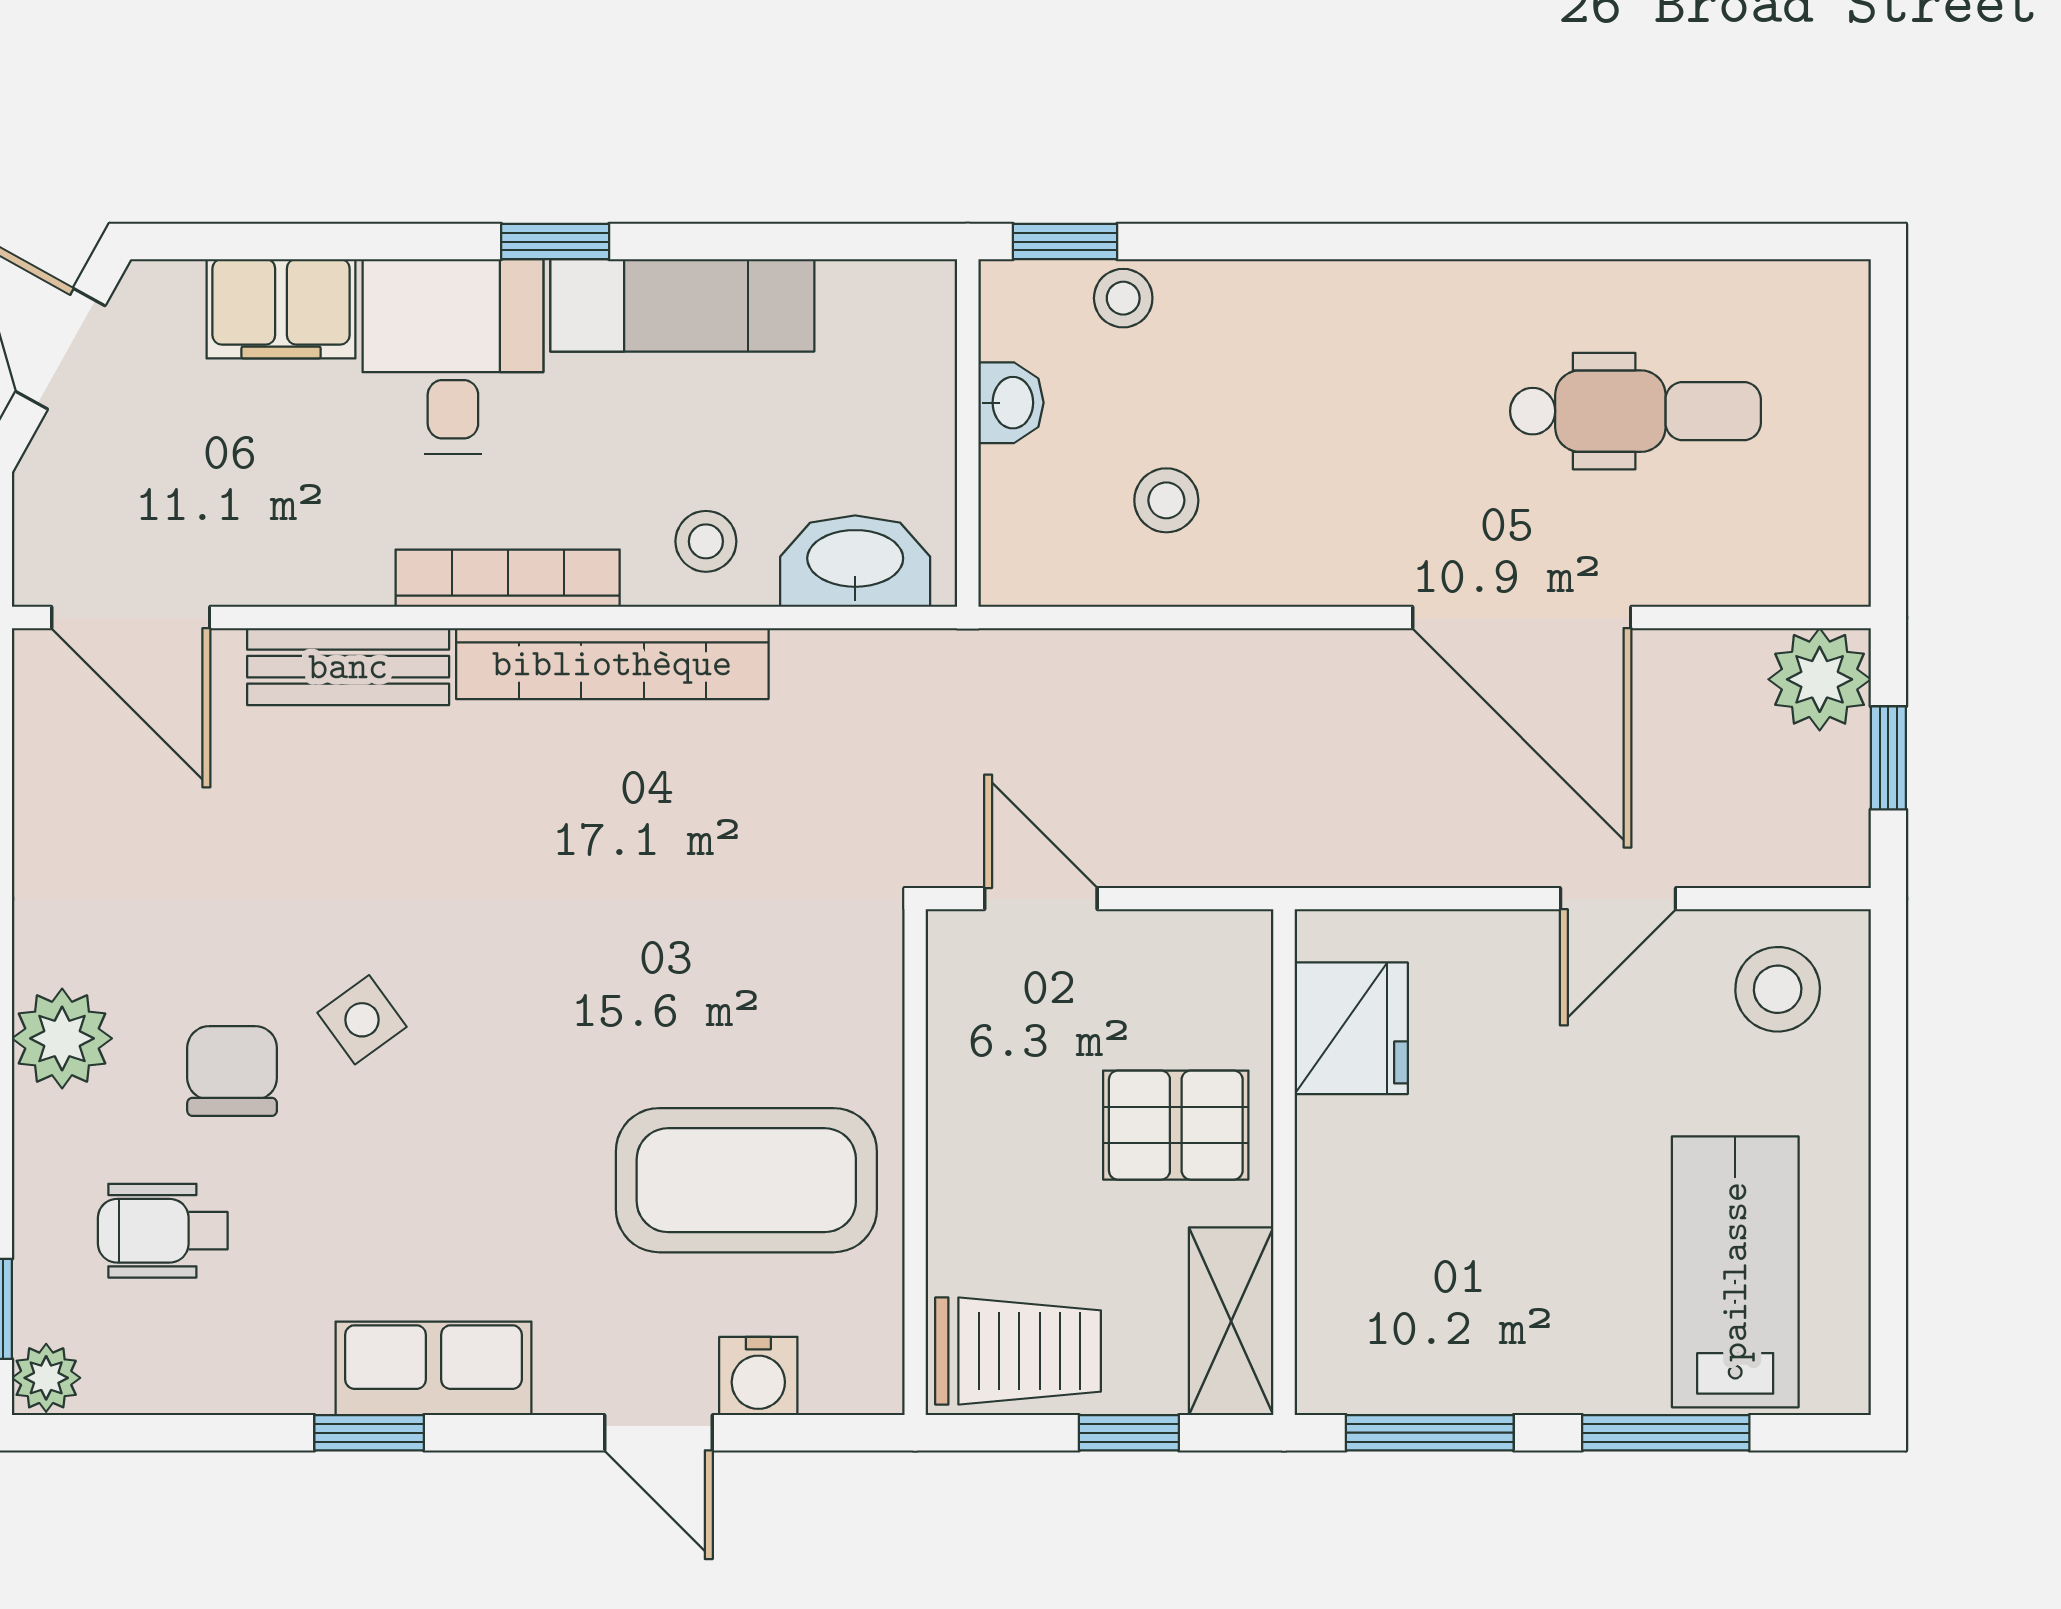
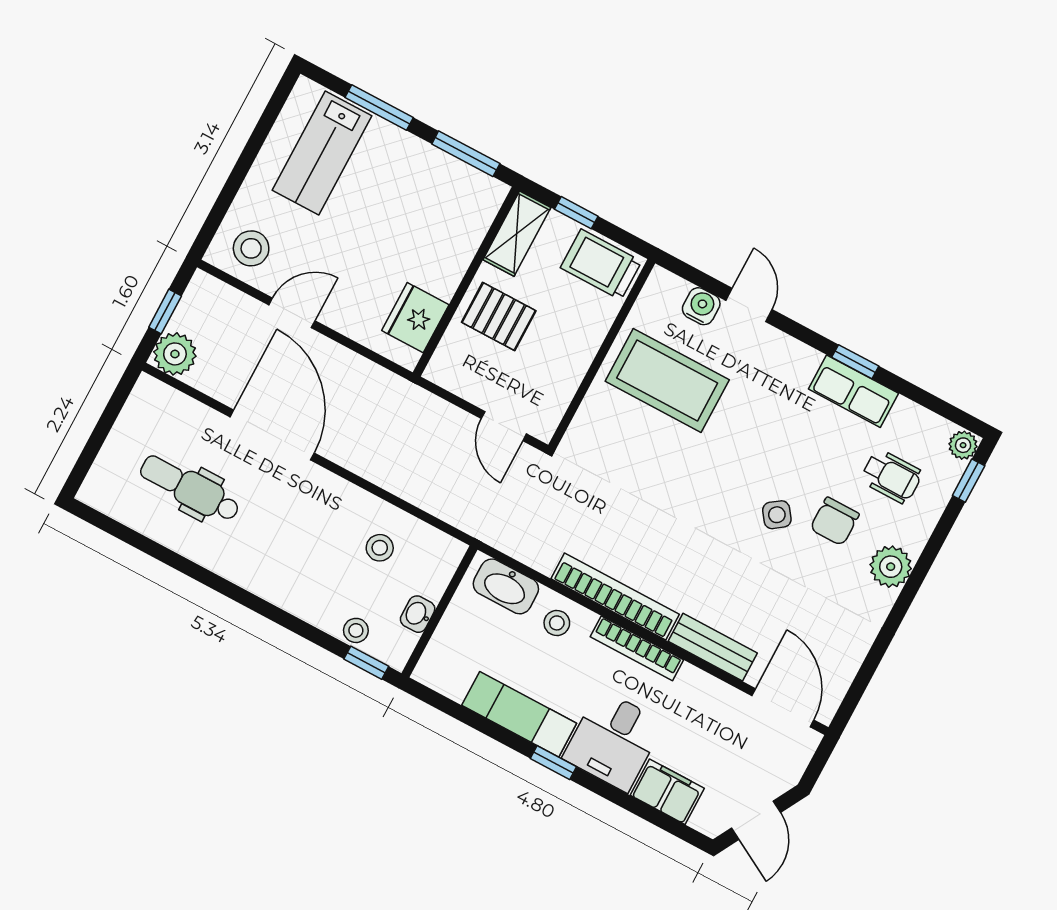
row of seats: (433, 1368) -> (853, 391), moved

